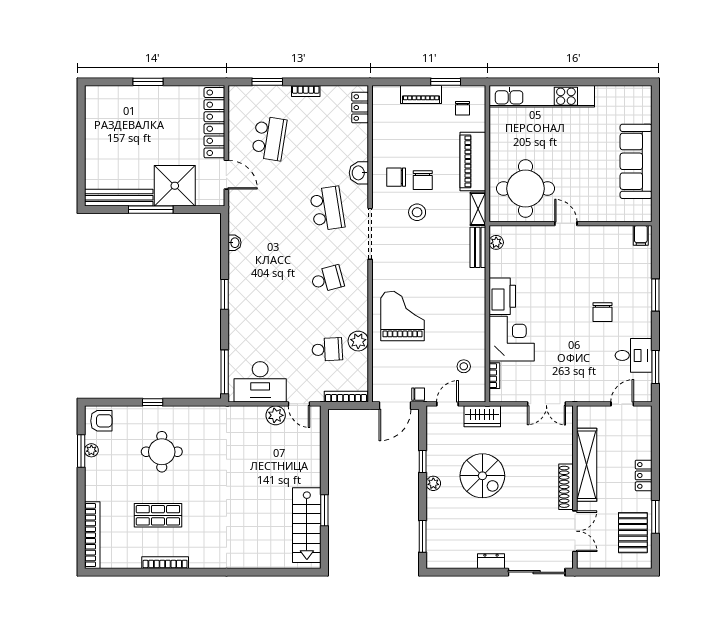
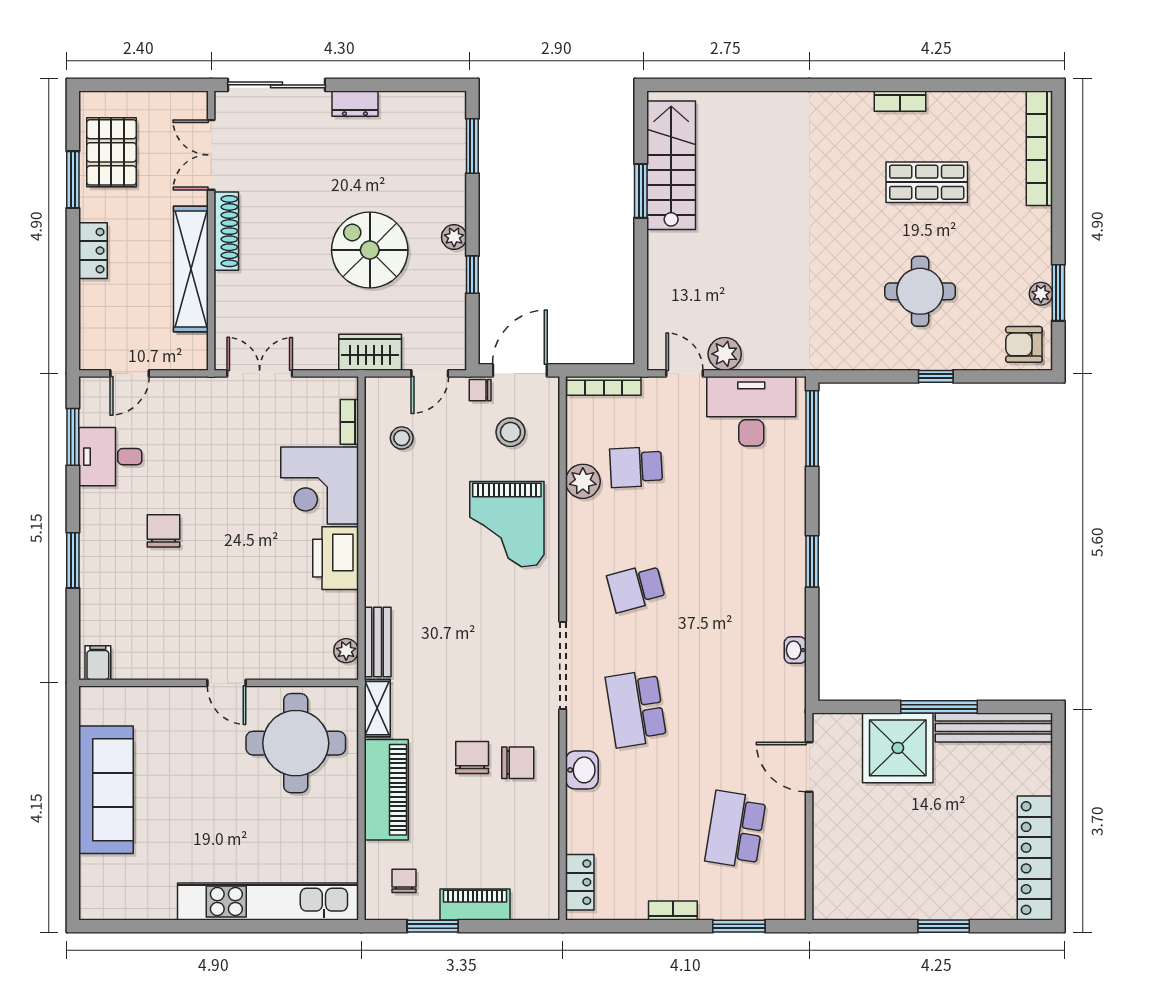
locker: (214, 123) -> (1035, 858), moved, turned 180
stool: (417, 212) -> (510, 432), moved
bookcase: (165, 563) -> (900, 101), width x0.64

